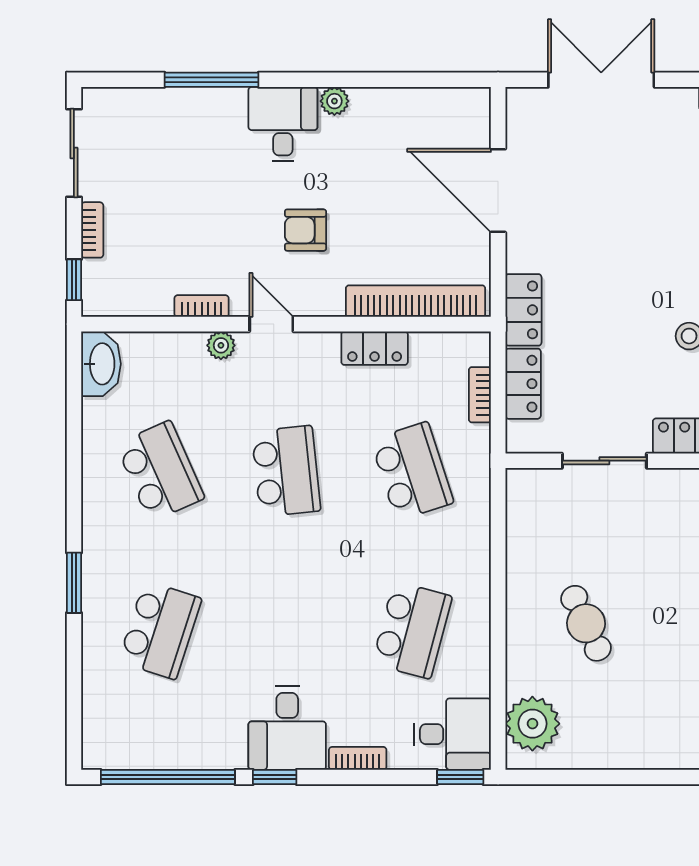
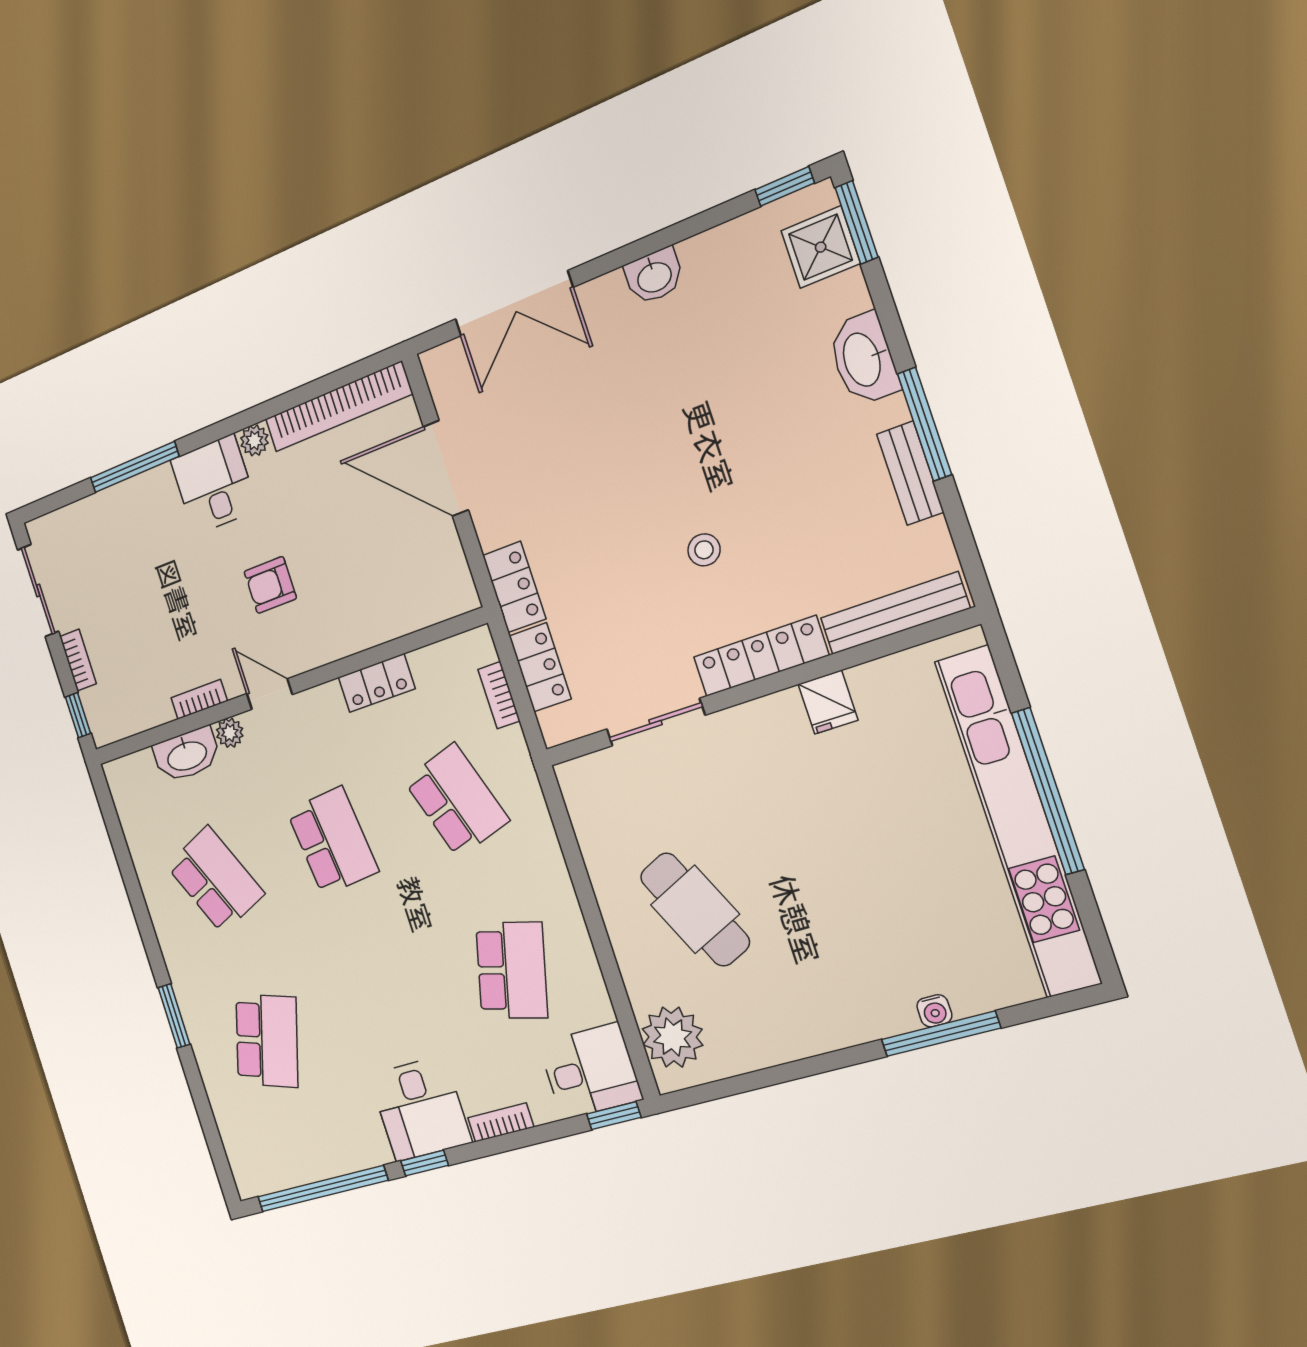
double door: (601, 80) -> (514, 303), swing flipped
bookcase: (416, 301) -> (338, 407), moved, turned 180
washbasin: (101, 364) -> (187, 755), moved, turned 90
cafe table: (586, 623) -> (695, 909), width x1.37, depth x1.35

